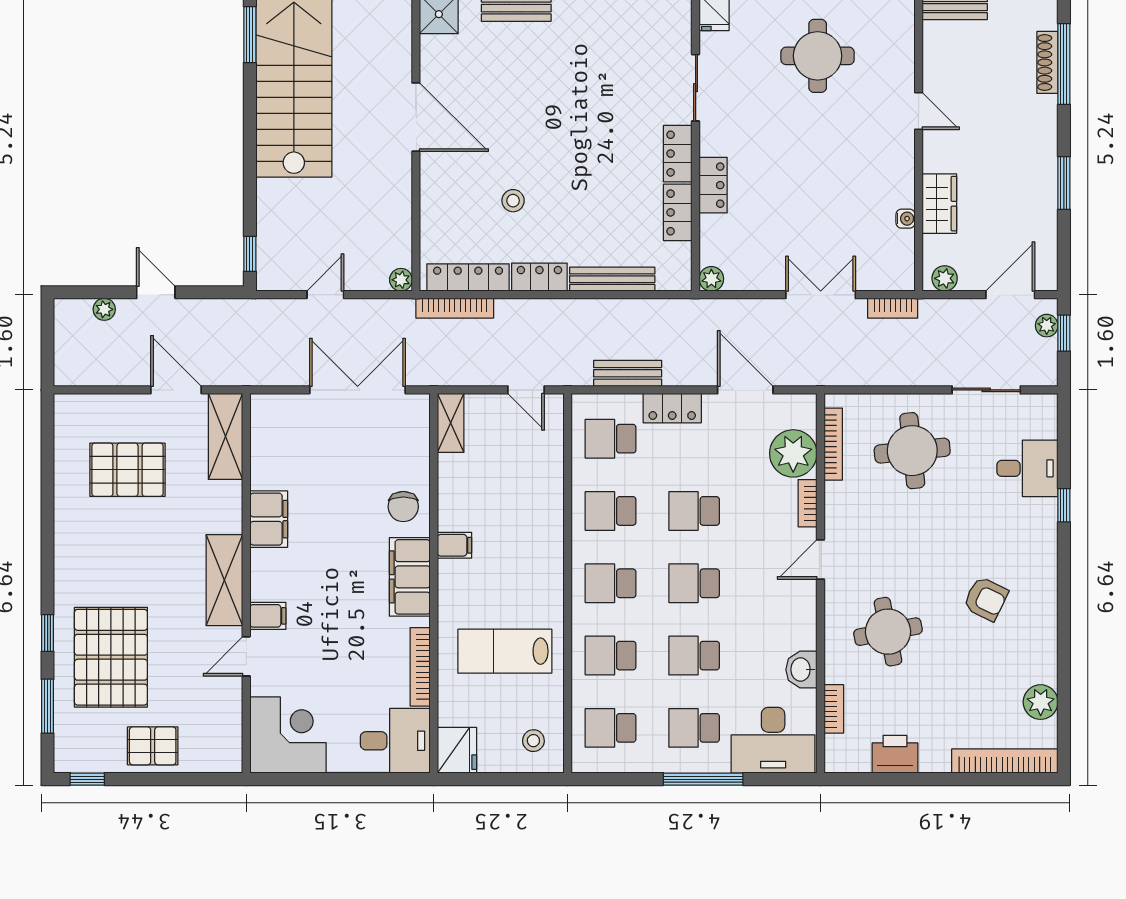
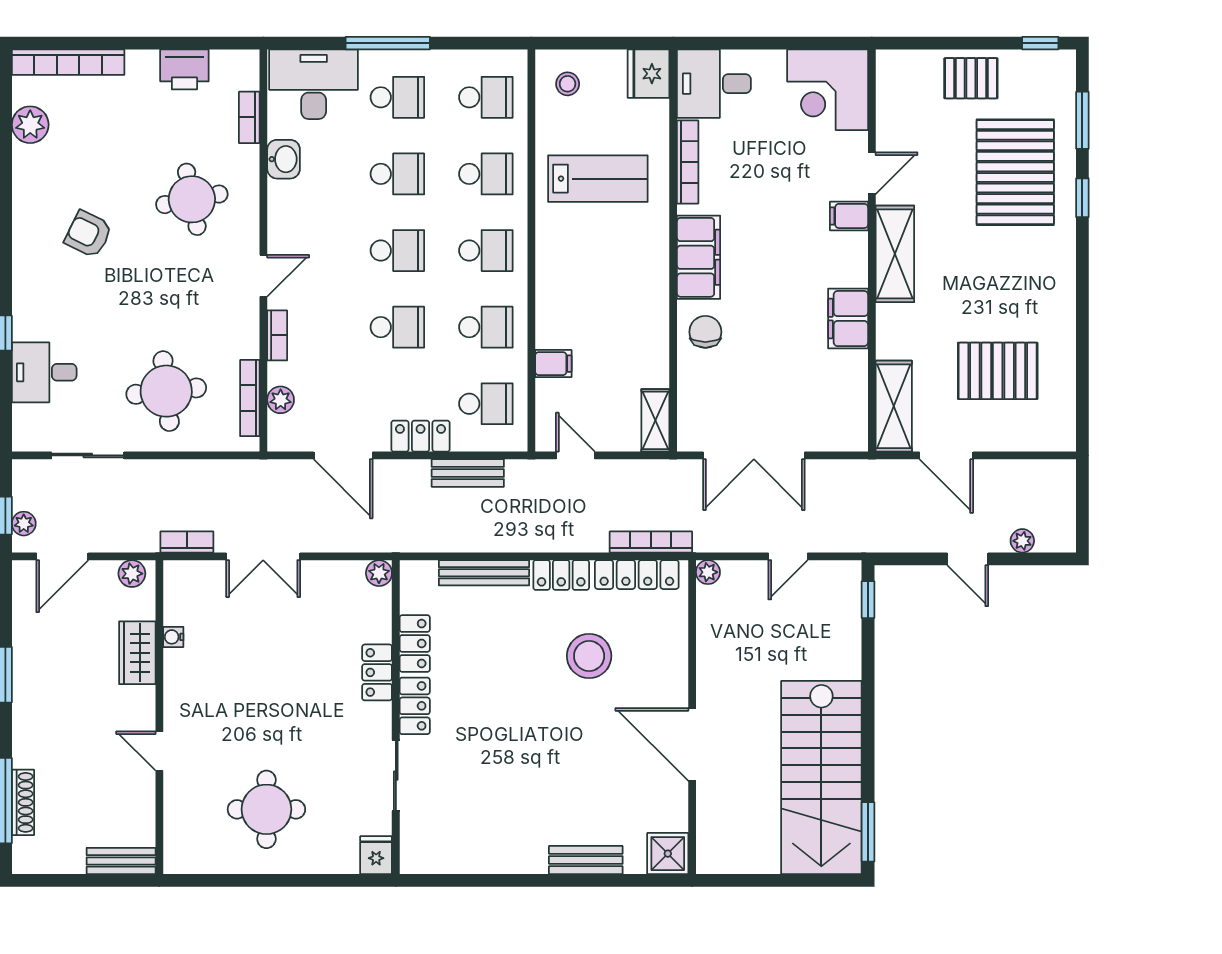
stool: (513, 201) -> (589, 656), width x1.89, depth x1.89
plant: (793, 453) -> (281, 400), width x0.53, depth x0.53
filing cabinet: (454, 545) -> (553, 364), moved, turned 180

